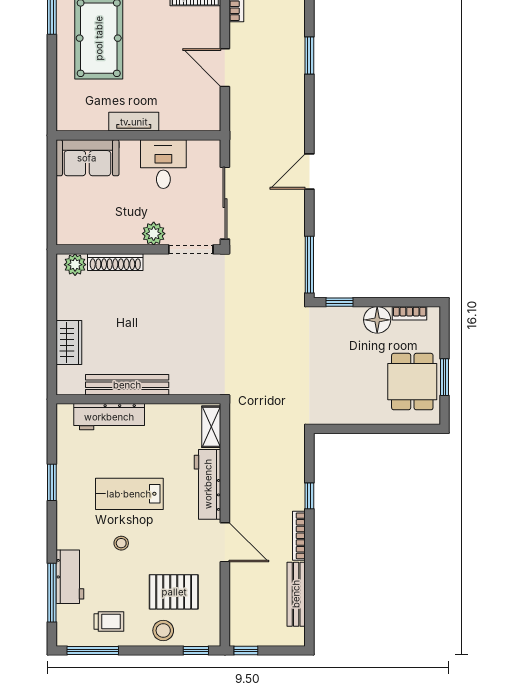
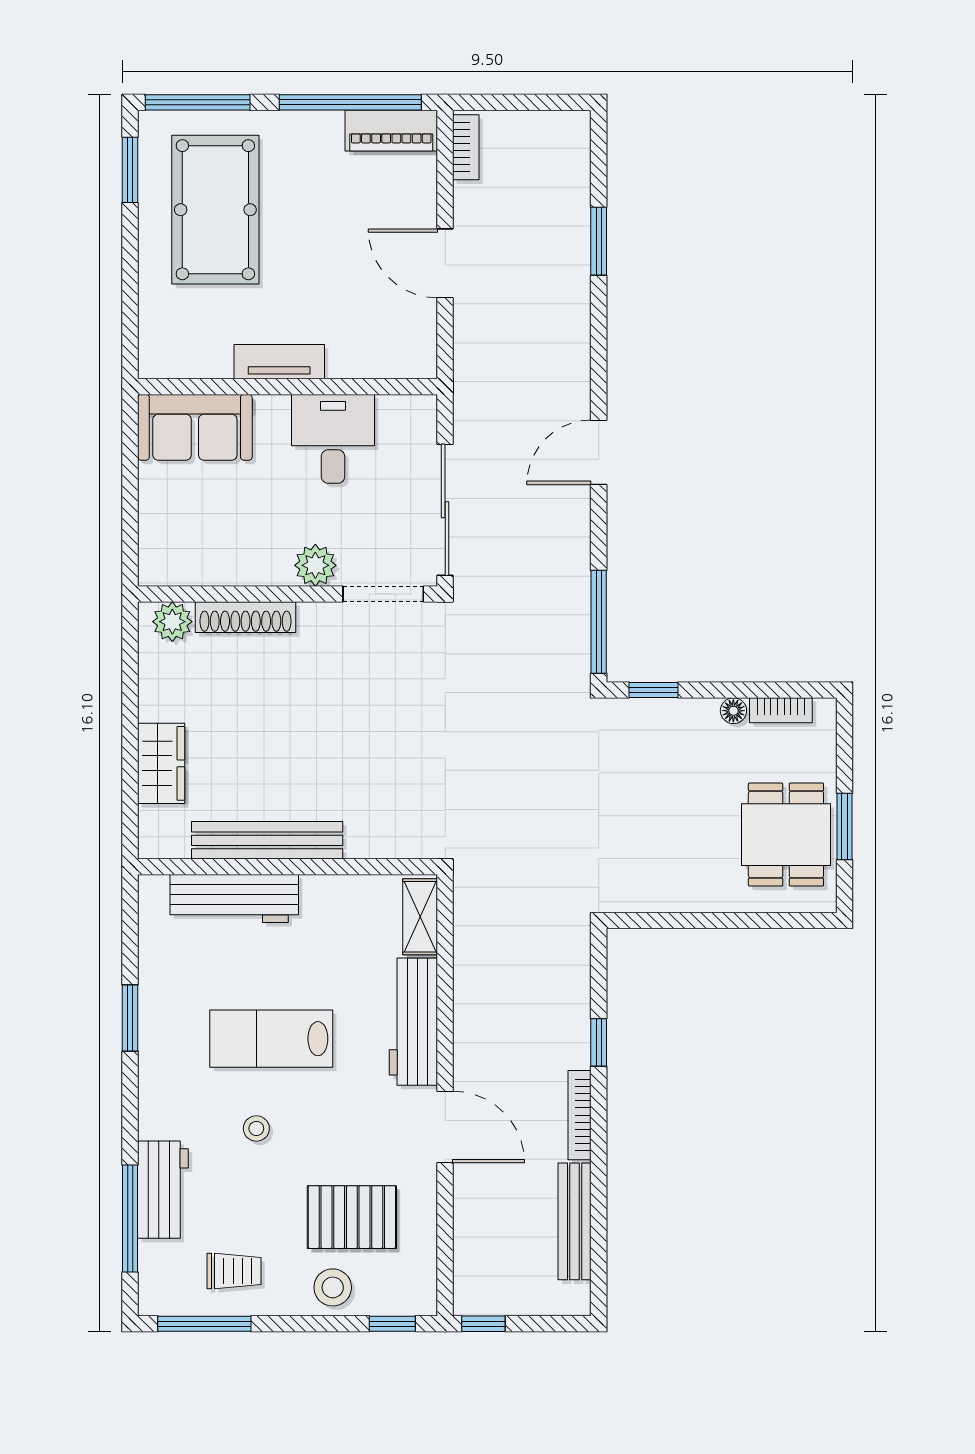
floor lamp: (377, 320) -> (733, 711), width x0.53, depth x0.53

